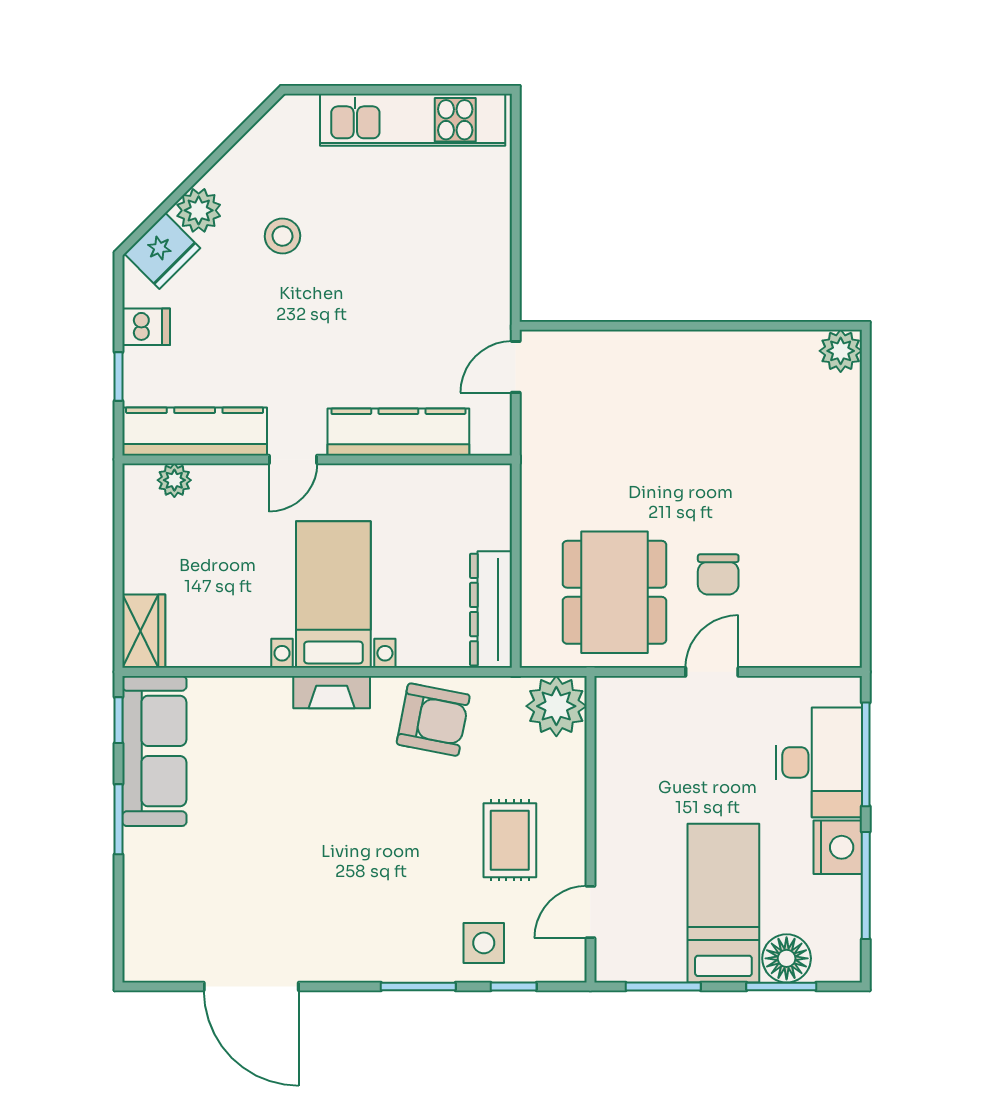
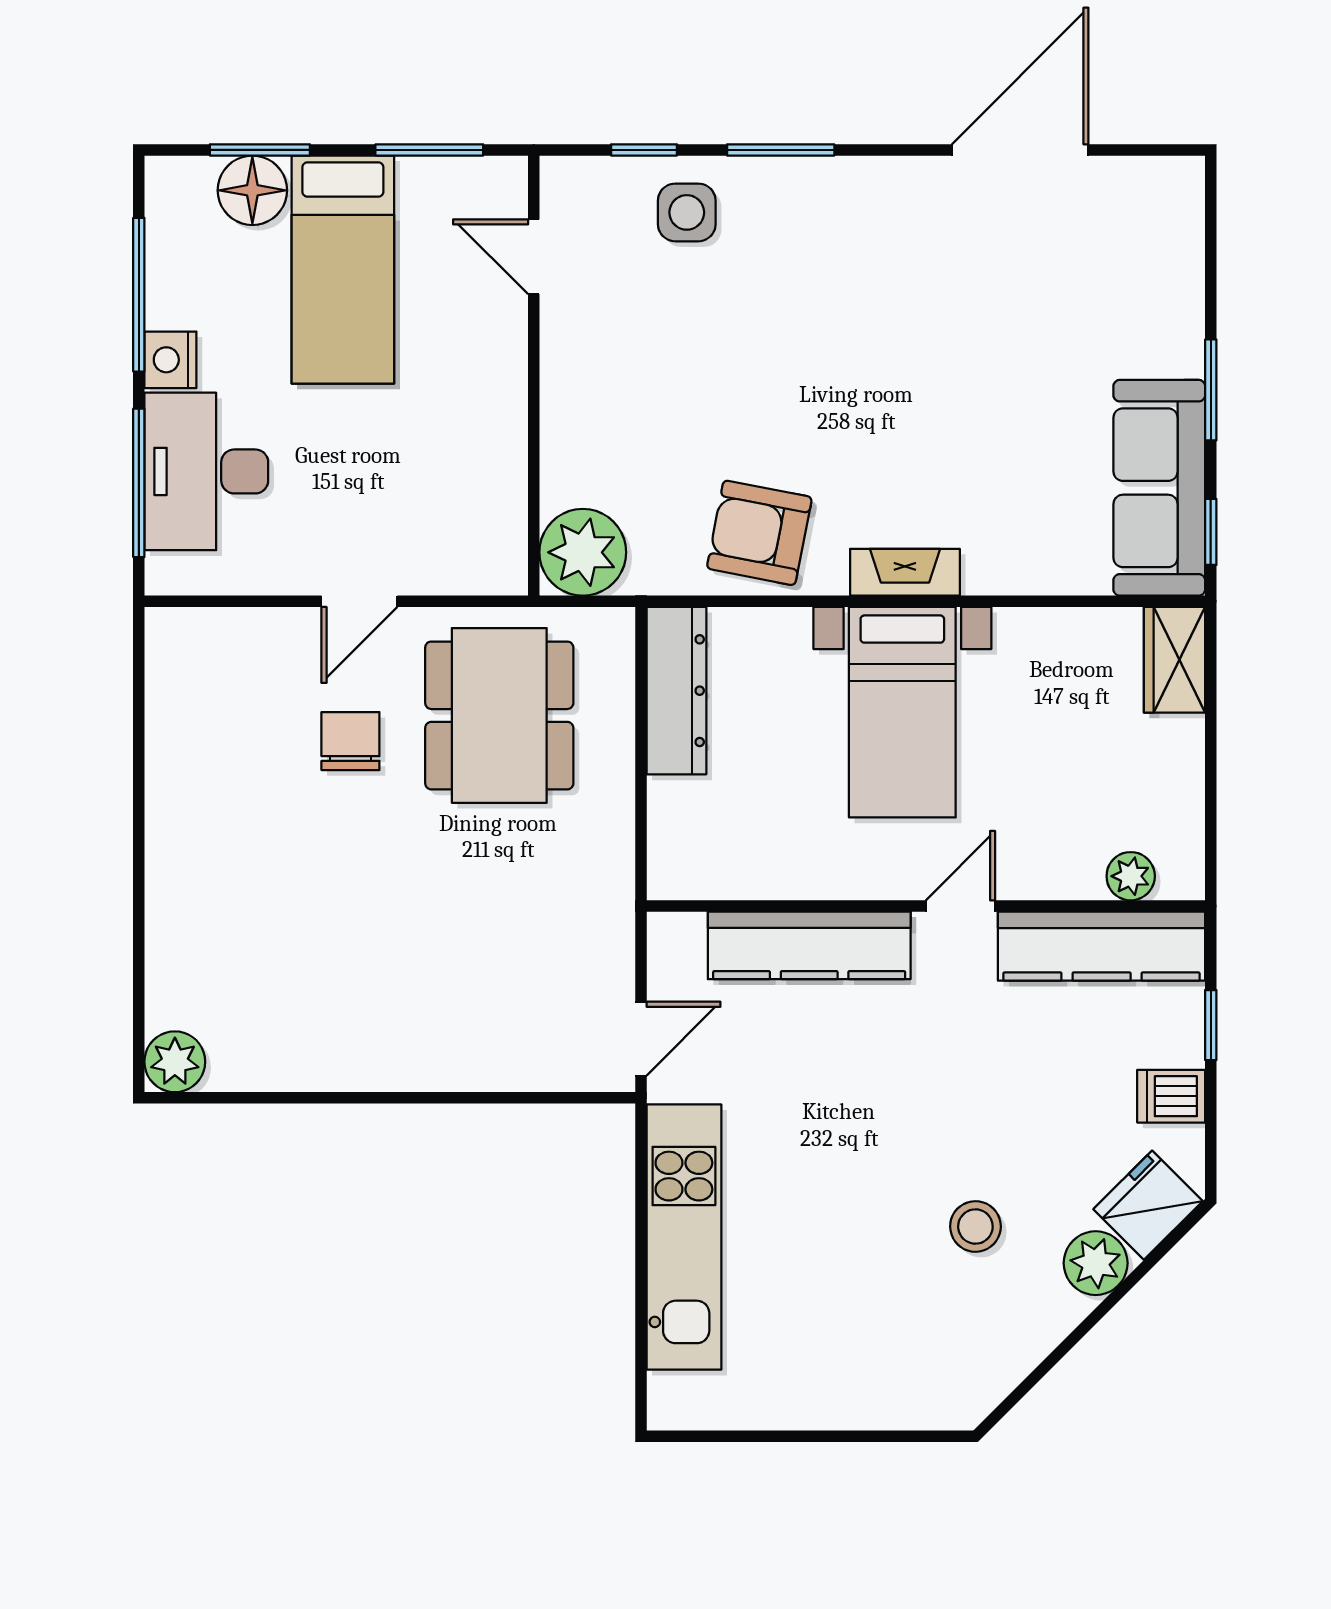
kitchen unit: (413, 120) -> (684, 1237), moved, turned 90
rug: (510, 840) -> (649, 360), removed
nightstand: (838, 847) -> (170, 360), width x0.74, depth x0.75
door: (590, 912) -> (534, 257), swing flipped
door: (251, 986) -> (1020, 150), hinge flipped

